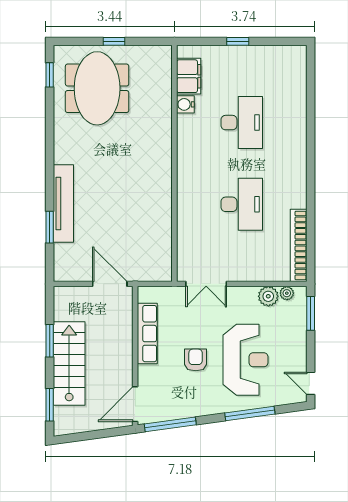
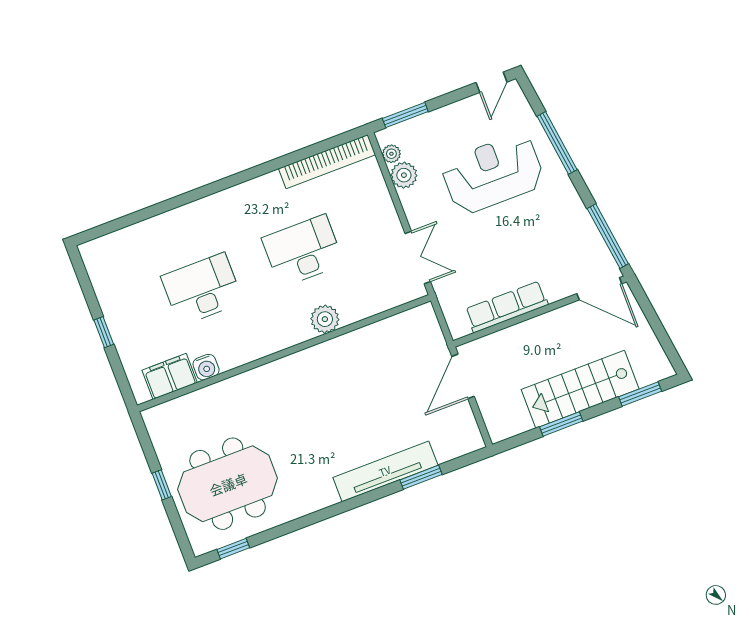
plant: (188, 202) -> (325, 319), added
armchair: (196, 360) -> (516, 235), removed

